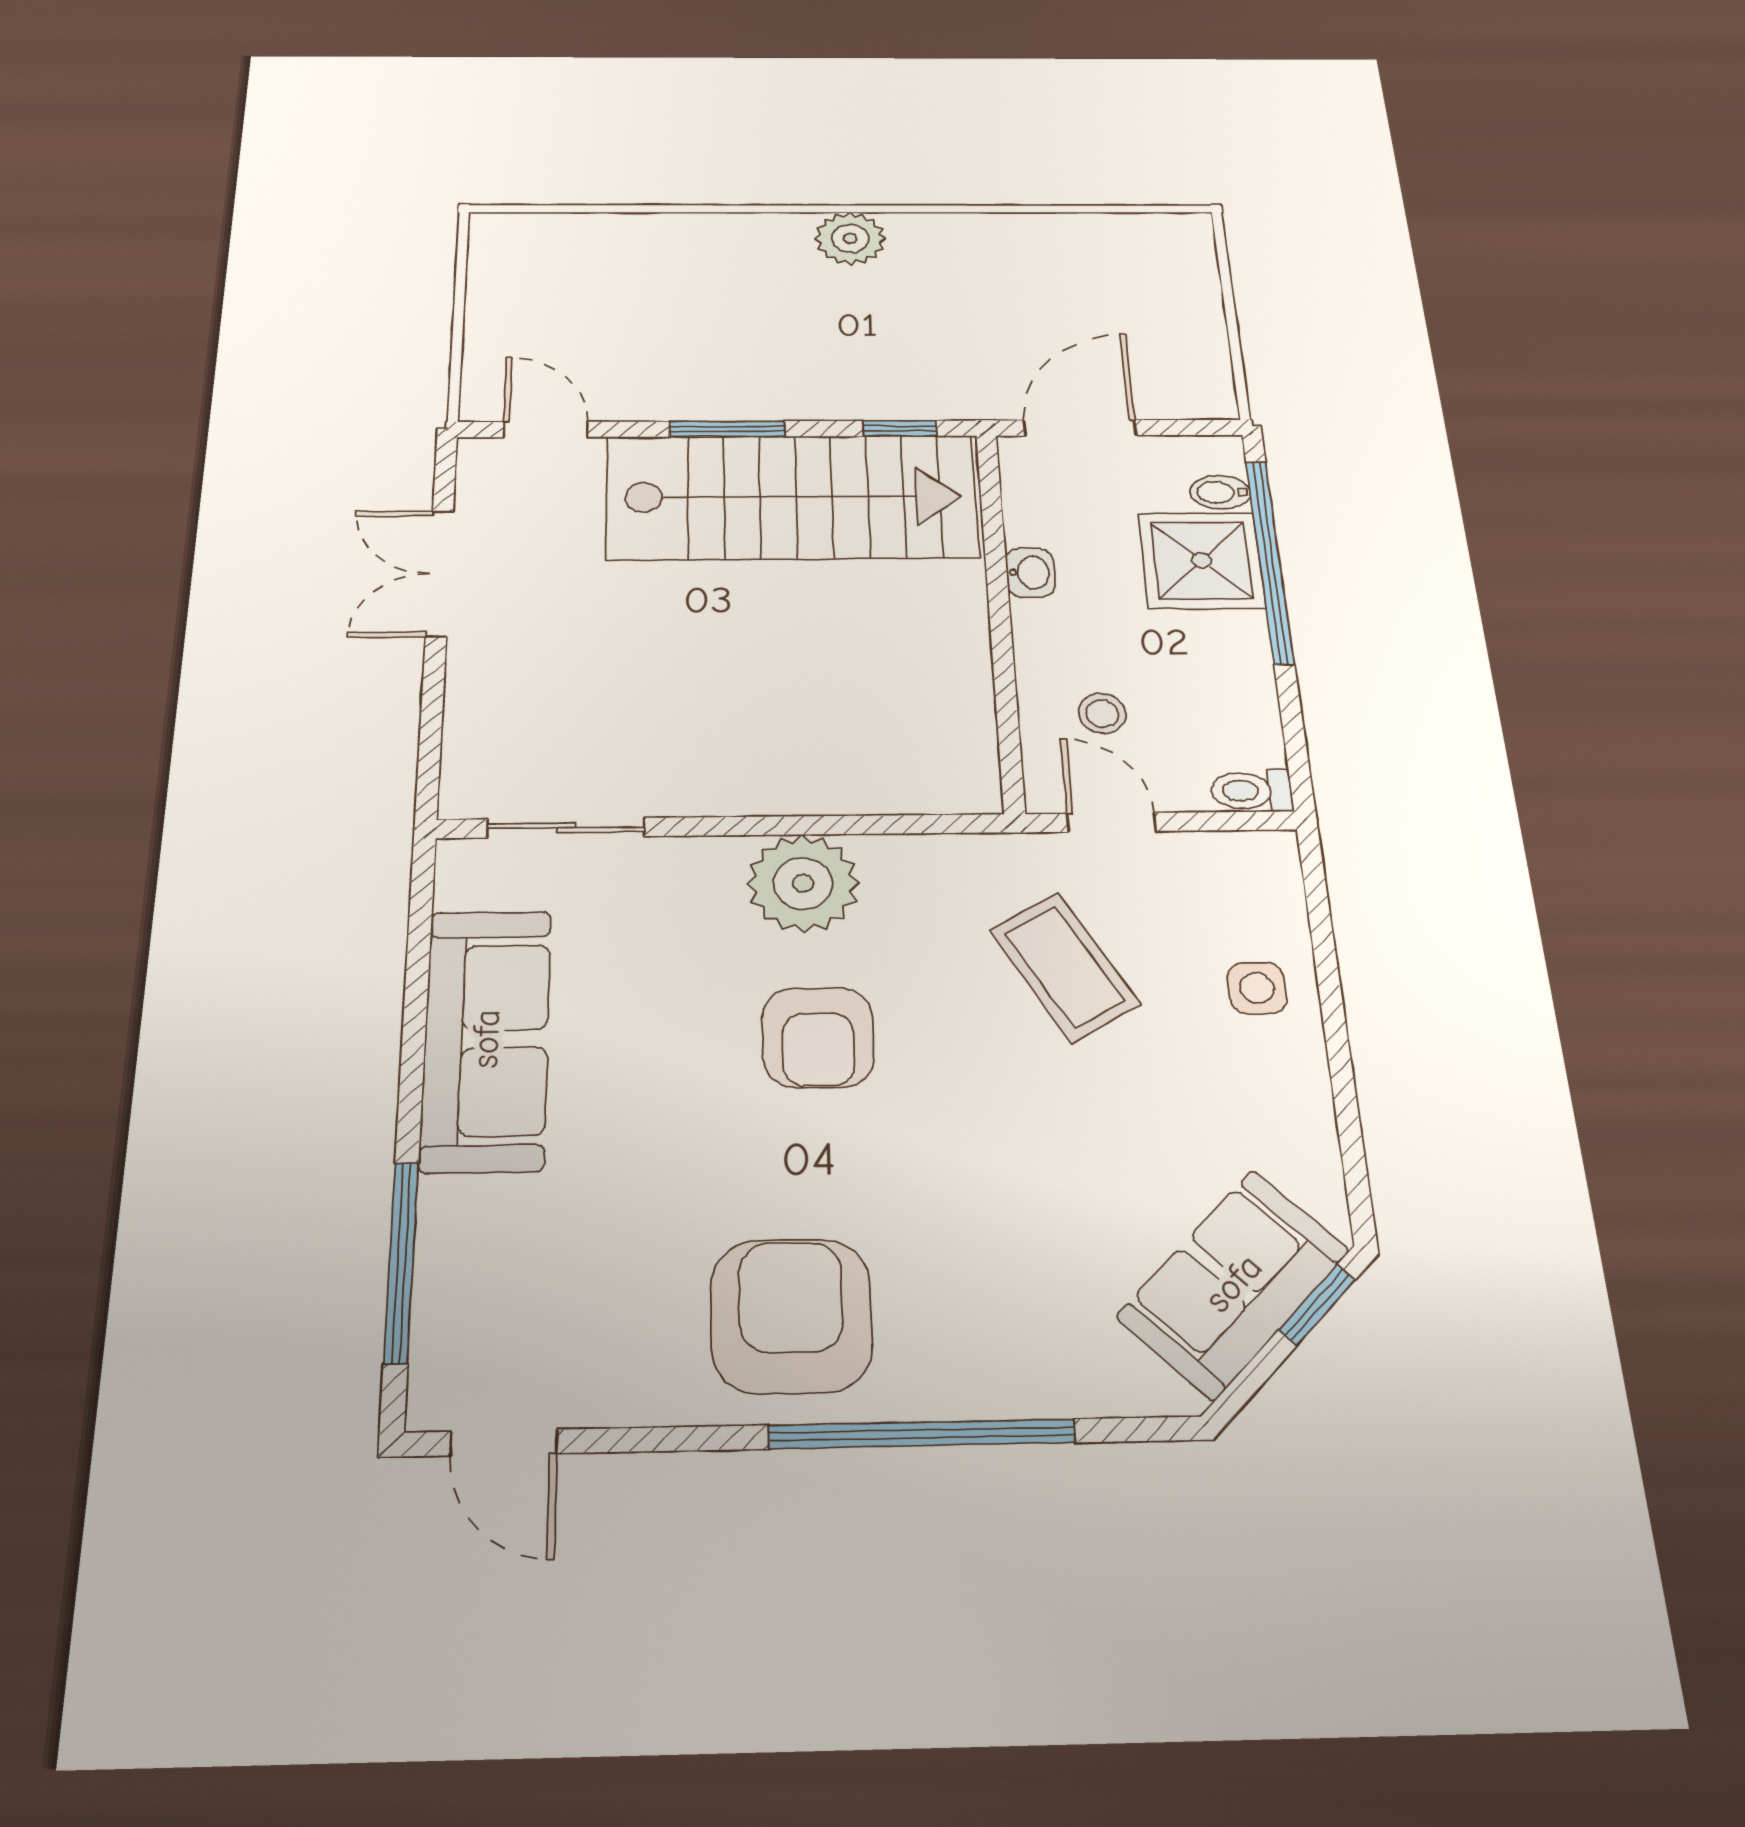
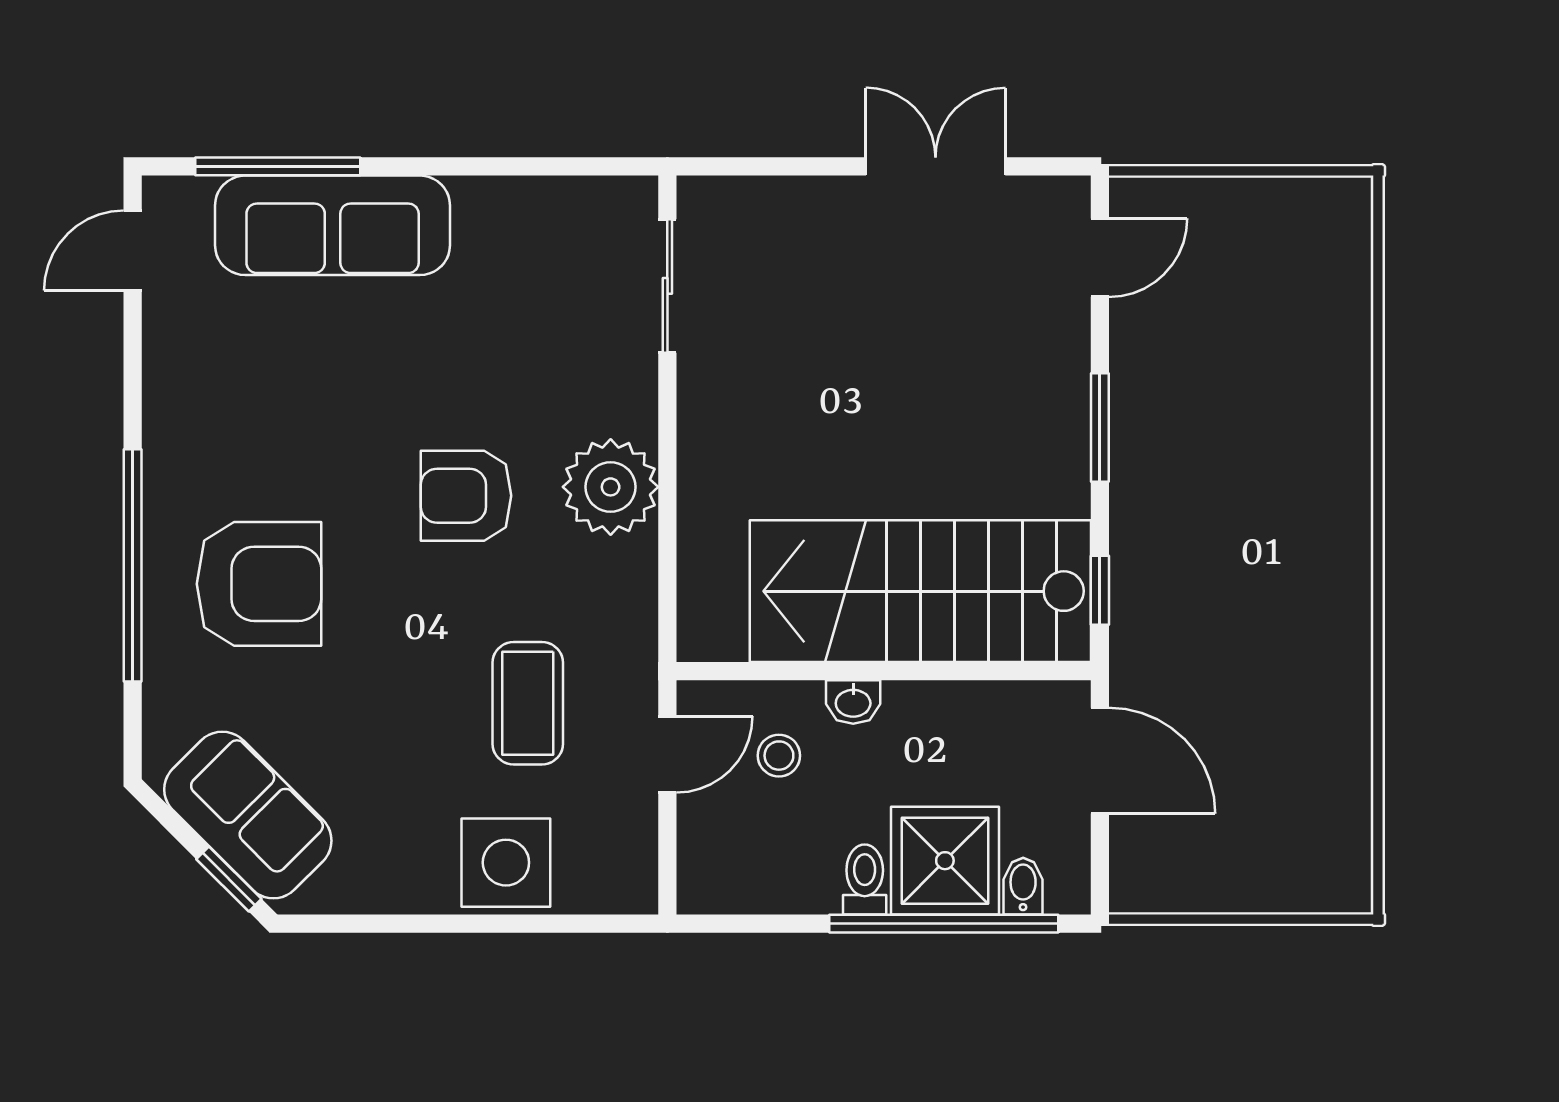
plant: (850, 239) -> (1339, 551), removed
stairs: (792, 497) -> (920, 591), moved, turned 90
washbasin: (1030, 573) -> (853, 702), moved
toilet: (1252, 791) -> (865, 879), moved
coffee table: (1065, 967) -> (528, 703), turned -60
side table: (1257, 988) -> (506, 863), width x1.87, depth x1.87
sofa: (486, 1039) -> (333, 225), moved
armchair: (791, 1316) -> (259, 584), moved

